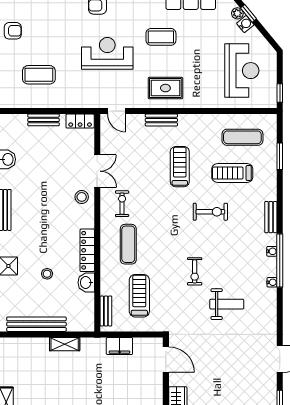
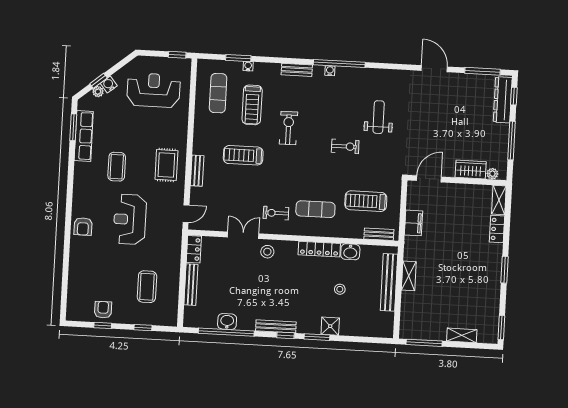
bench: (43, 120) -> (191, 285), width x1.36
water cooler: (272, 282) -> (248, 66), moved
bench: (36, 324) -> (389, 282), moved

